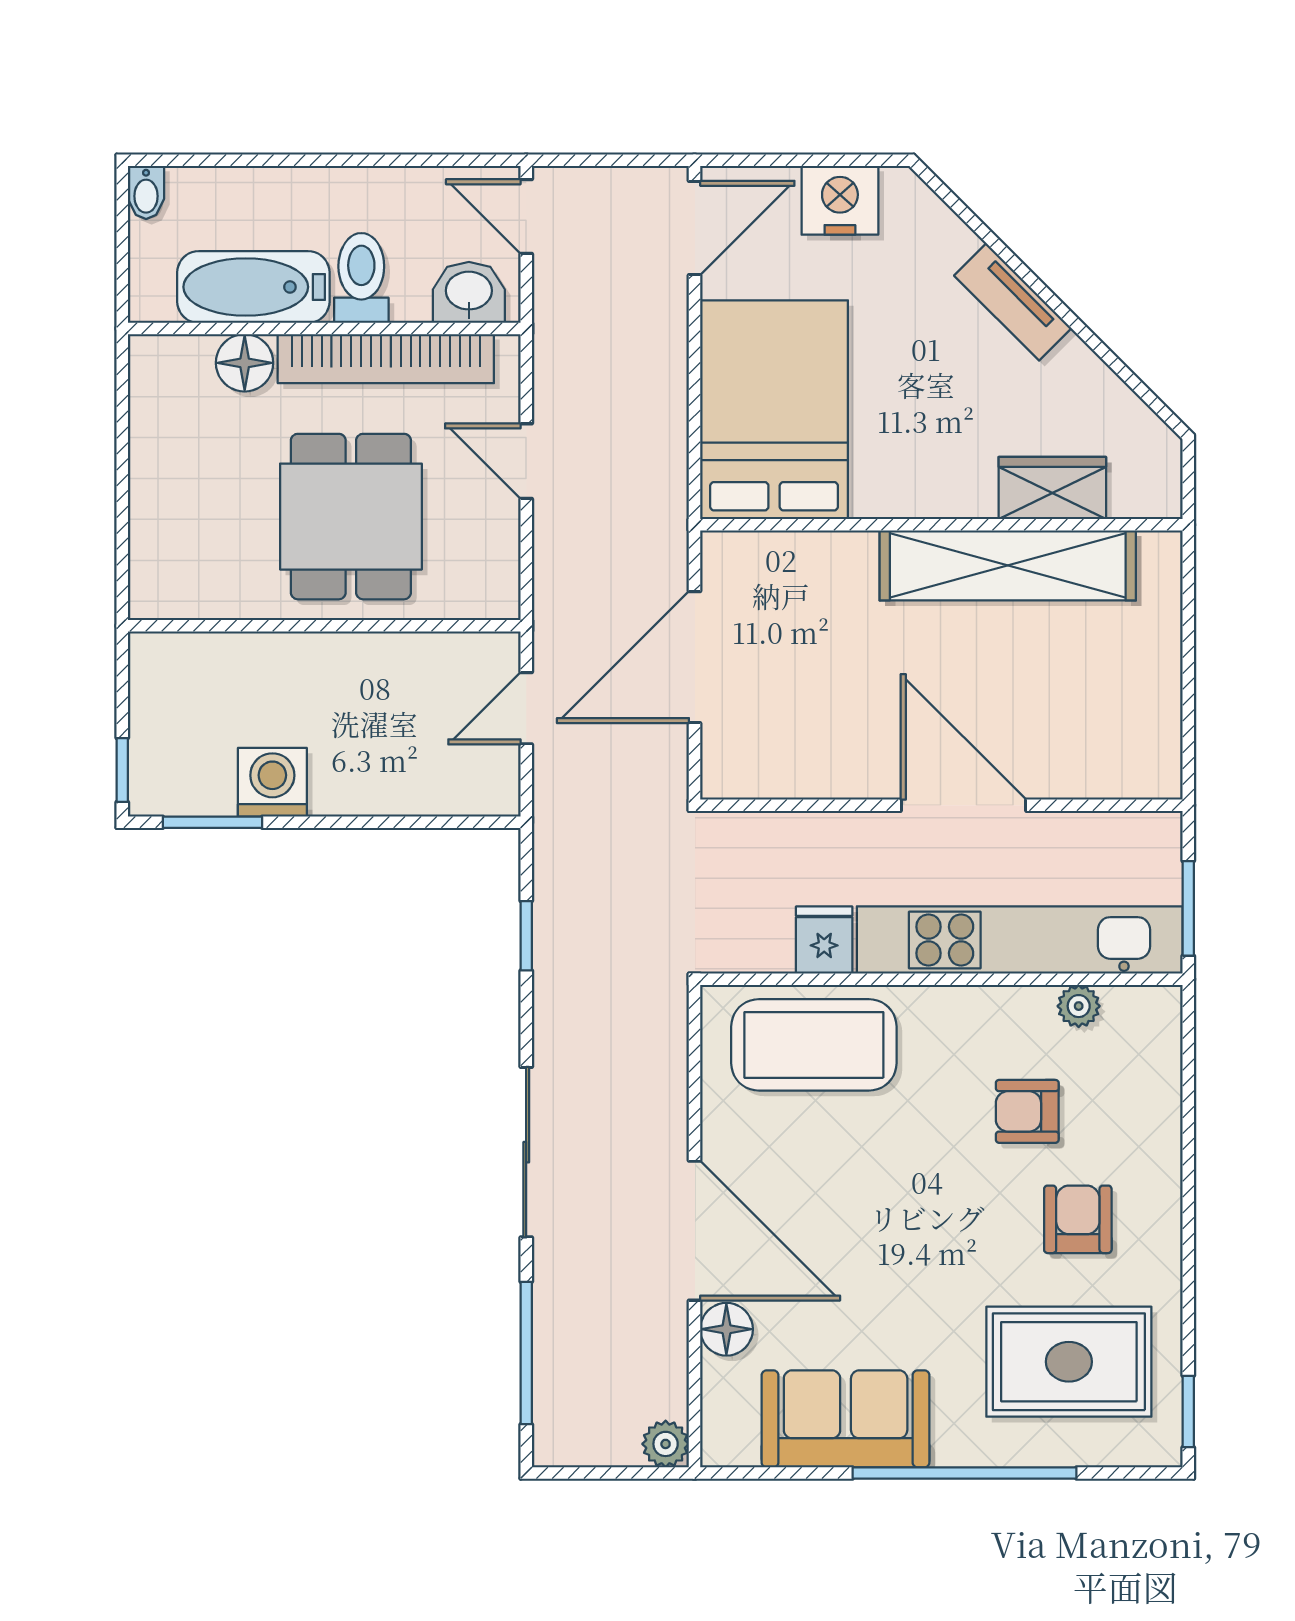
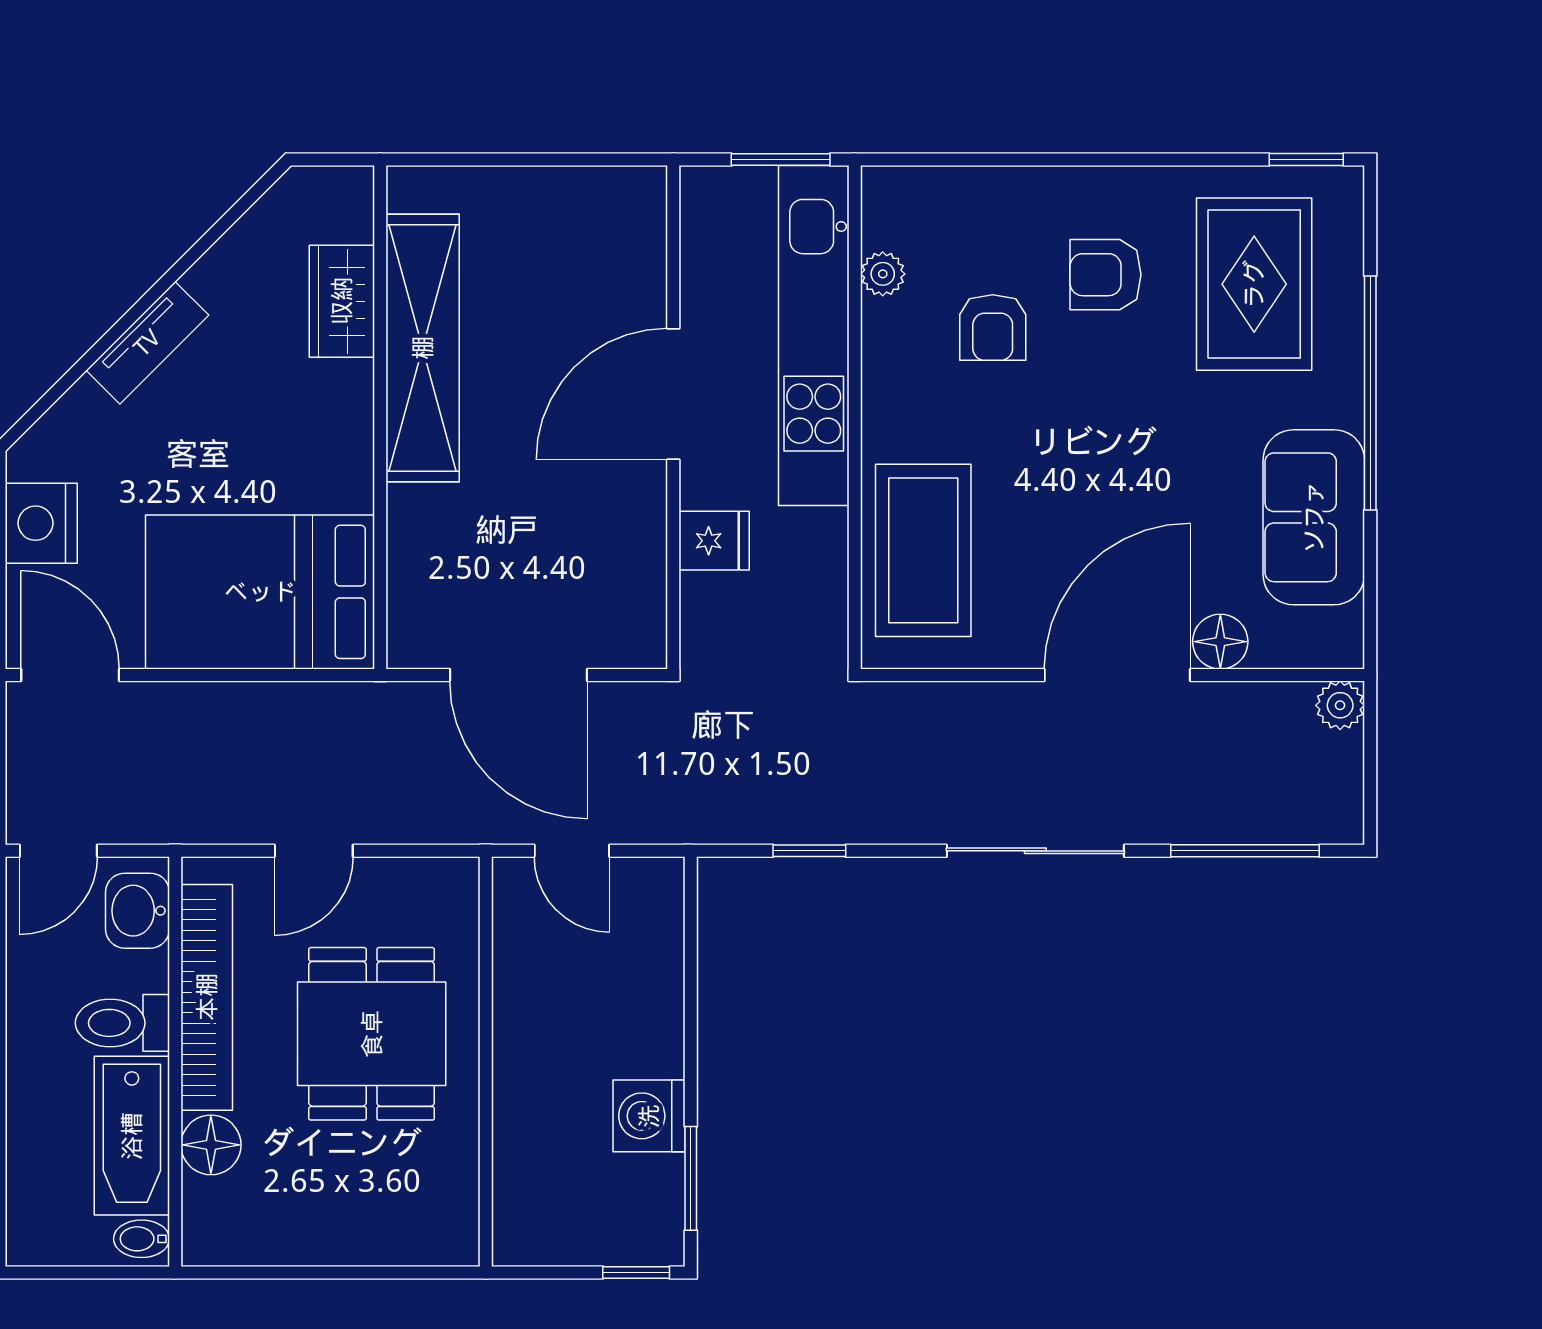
bidet: (146, 192) -> (142, 1239), moved, turned 180
dining table: (351, 517) -> (372, 1034), turned 90
fridge: (824, 940) -> (714, 541), moved, turned 180

